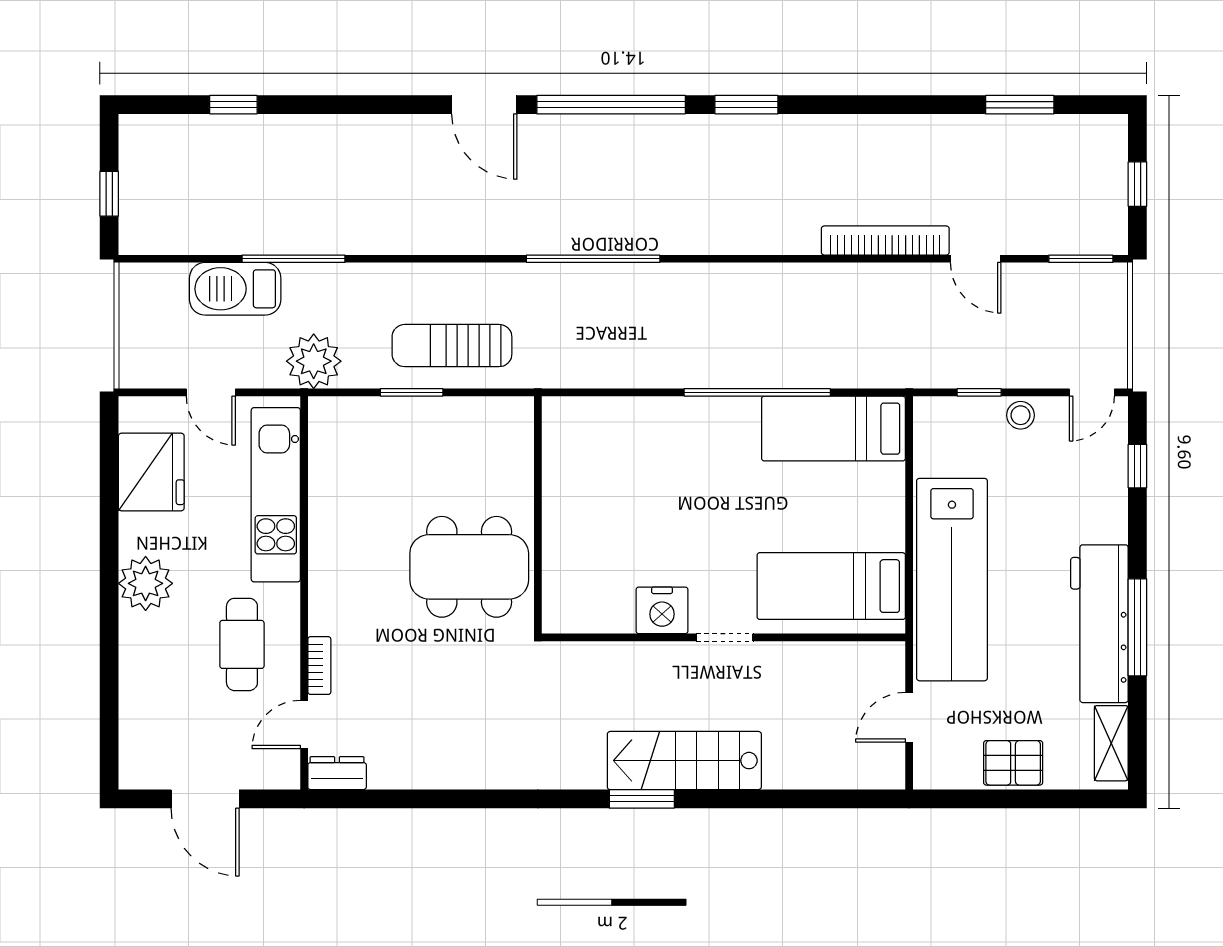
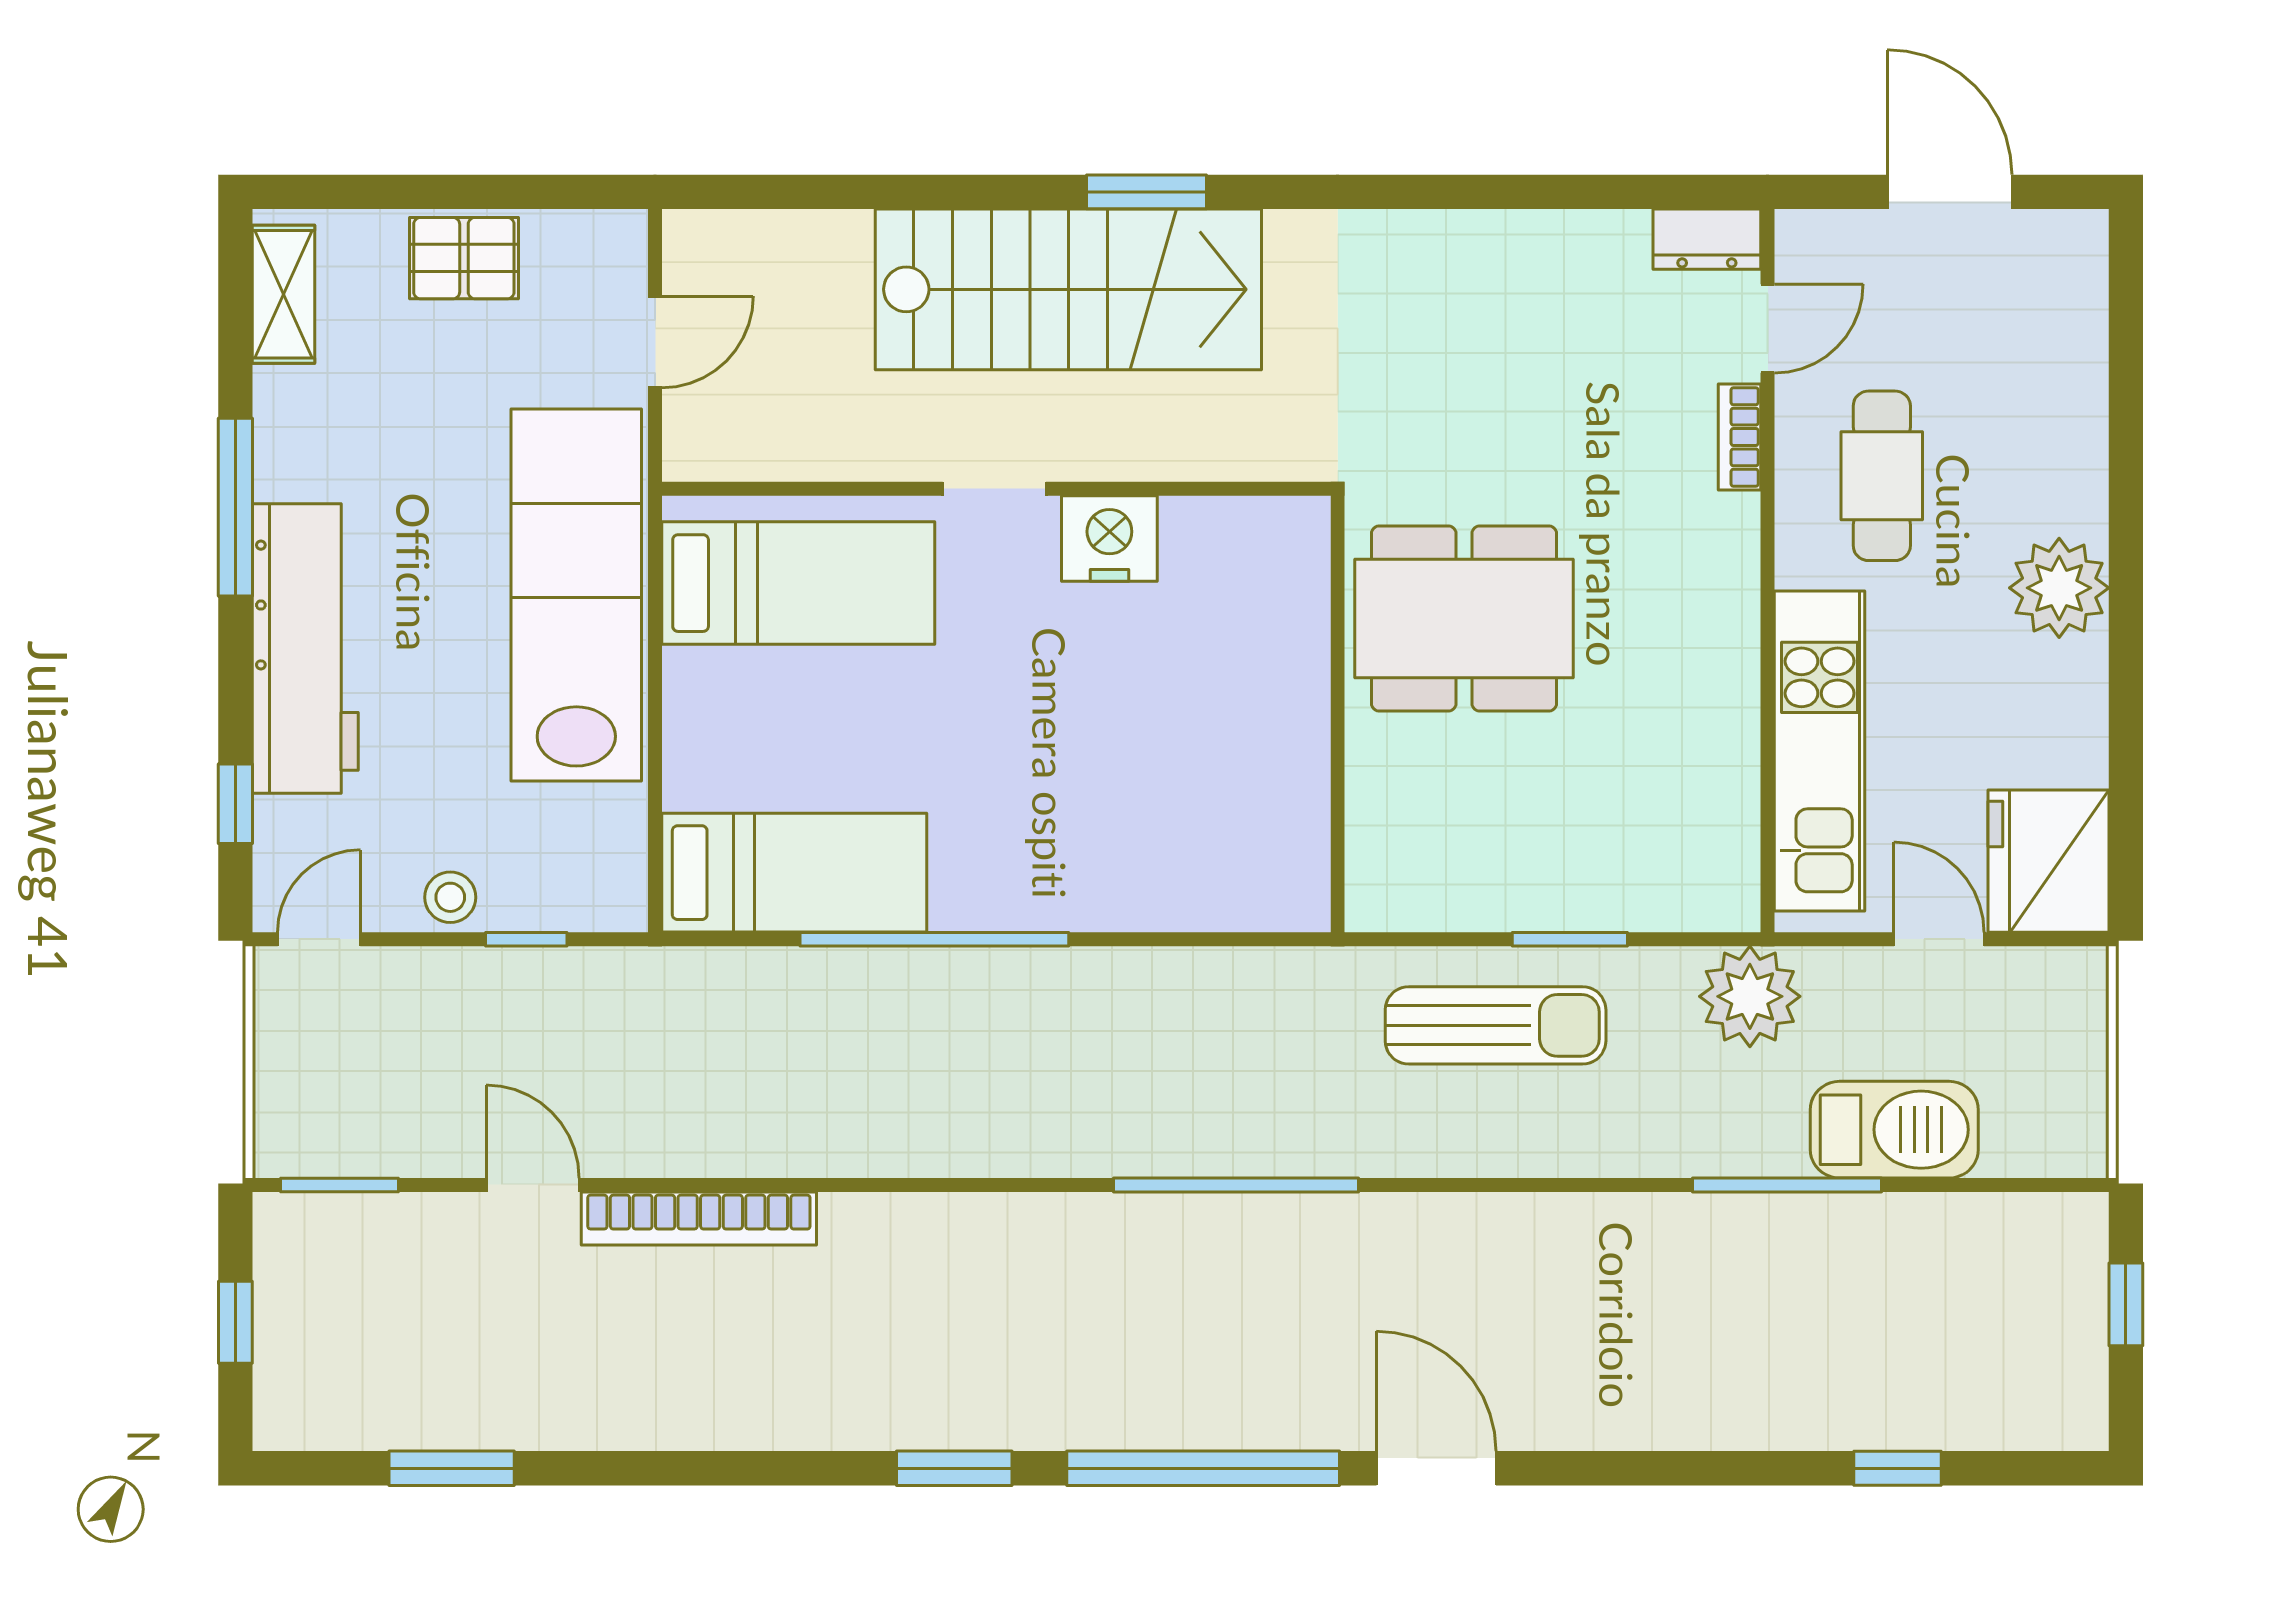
fridge: (151, 472) -> (2048, 861), moved
workbench: (1099, 624) -> (305, 649), moved
stairs: (684, 761) -> (1068, 289), width x1.36, depth x1.51

